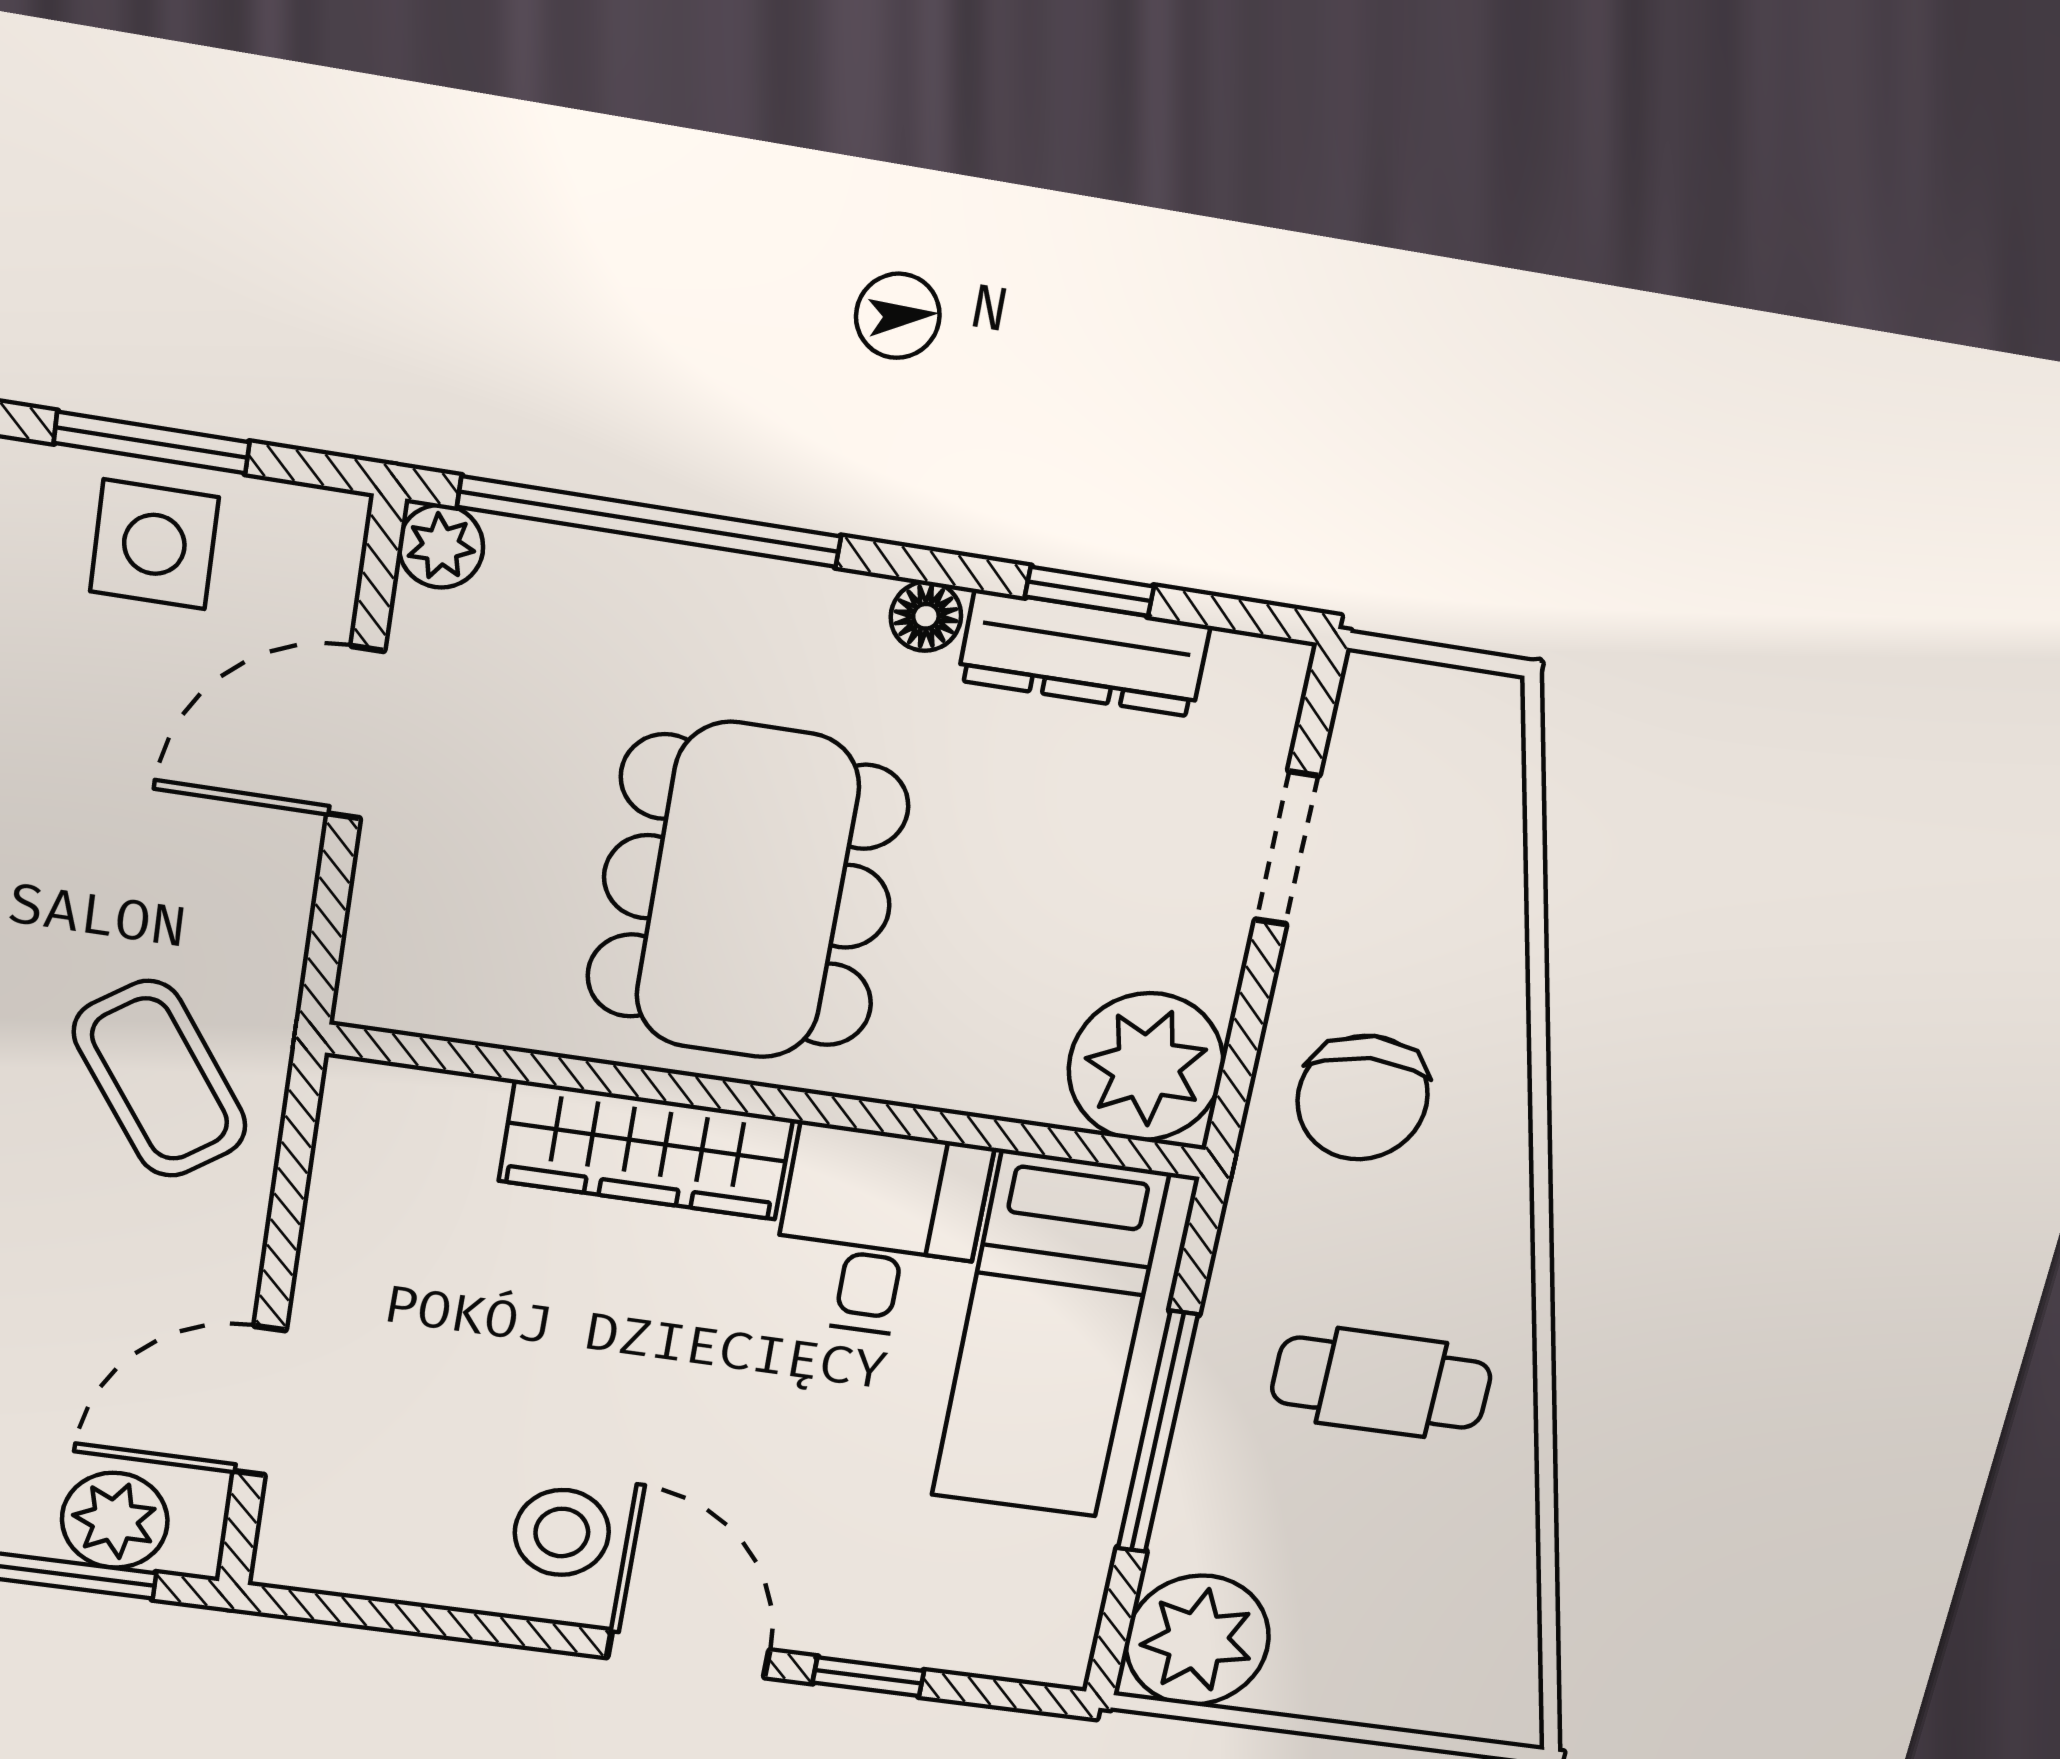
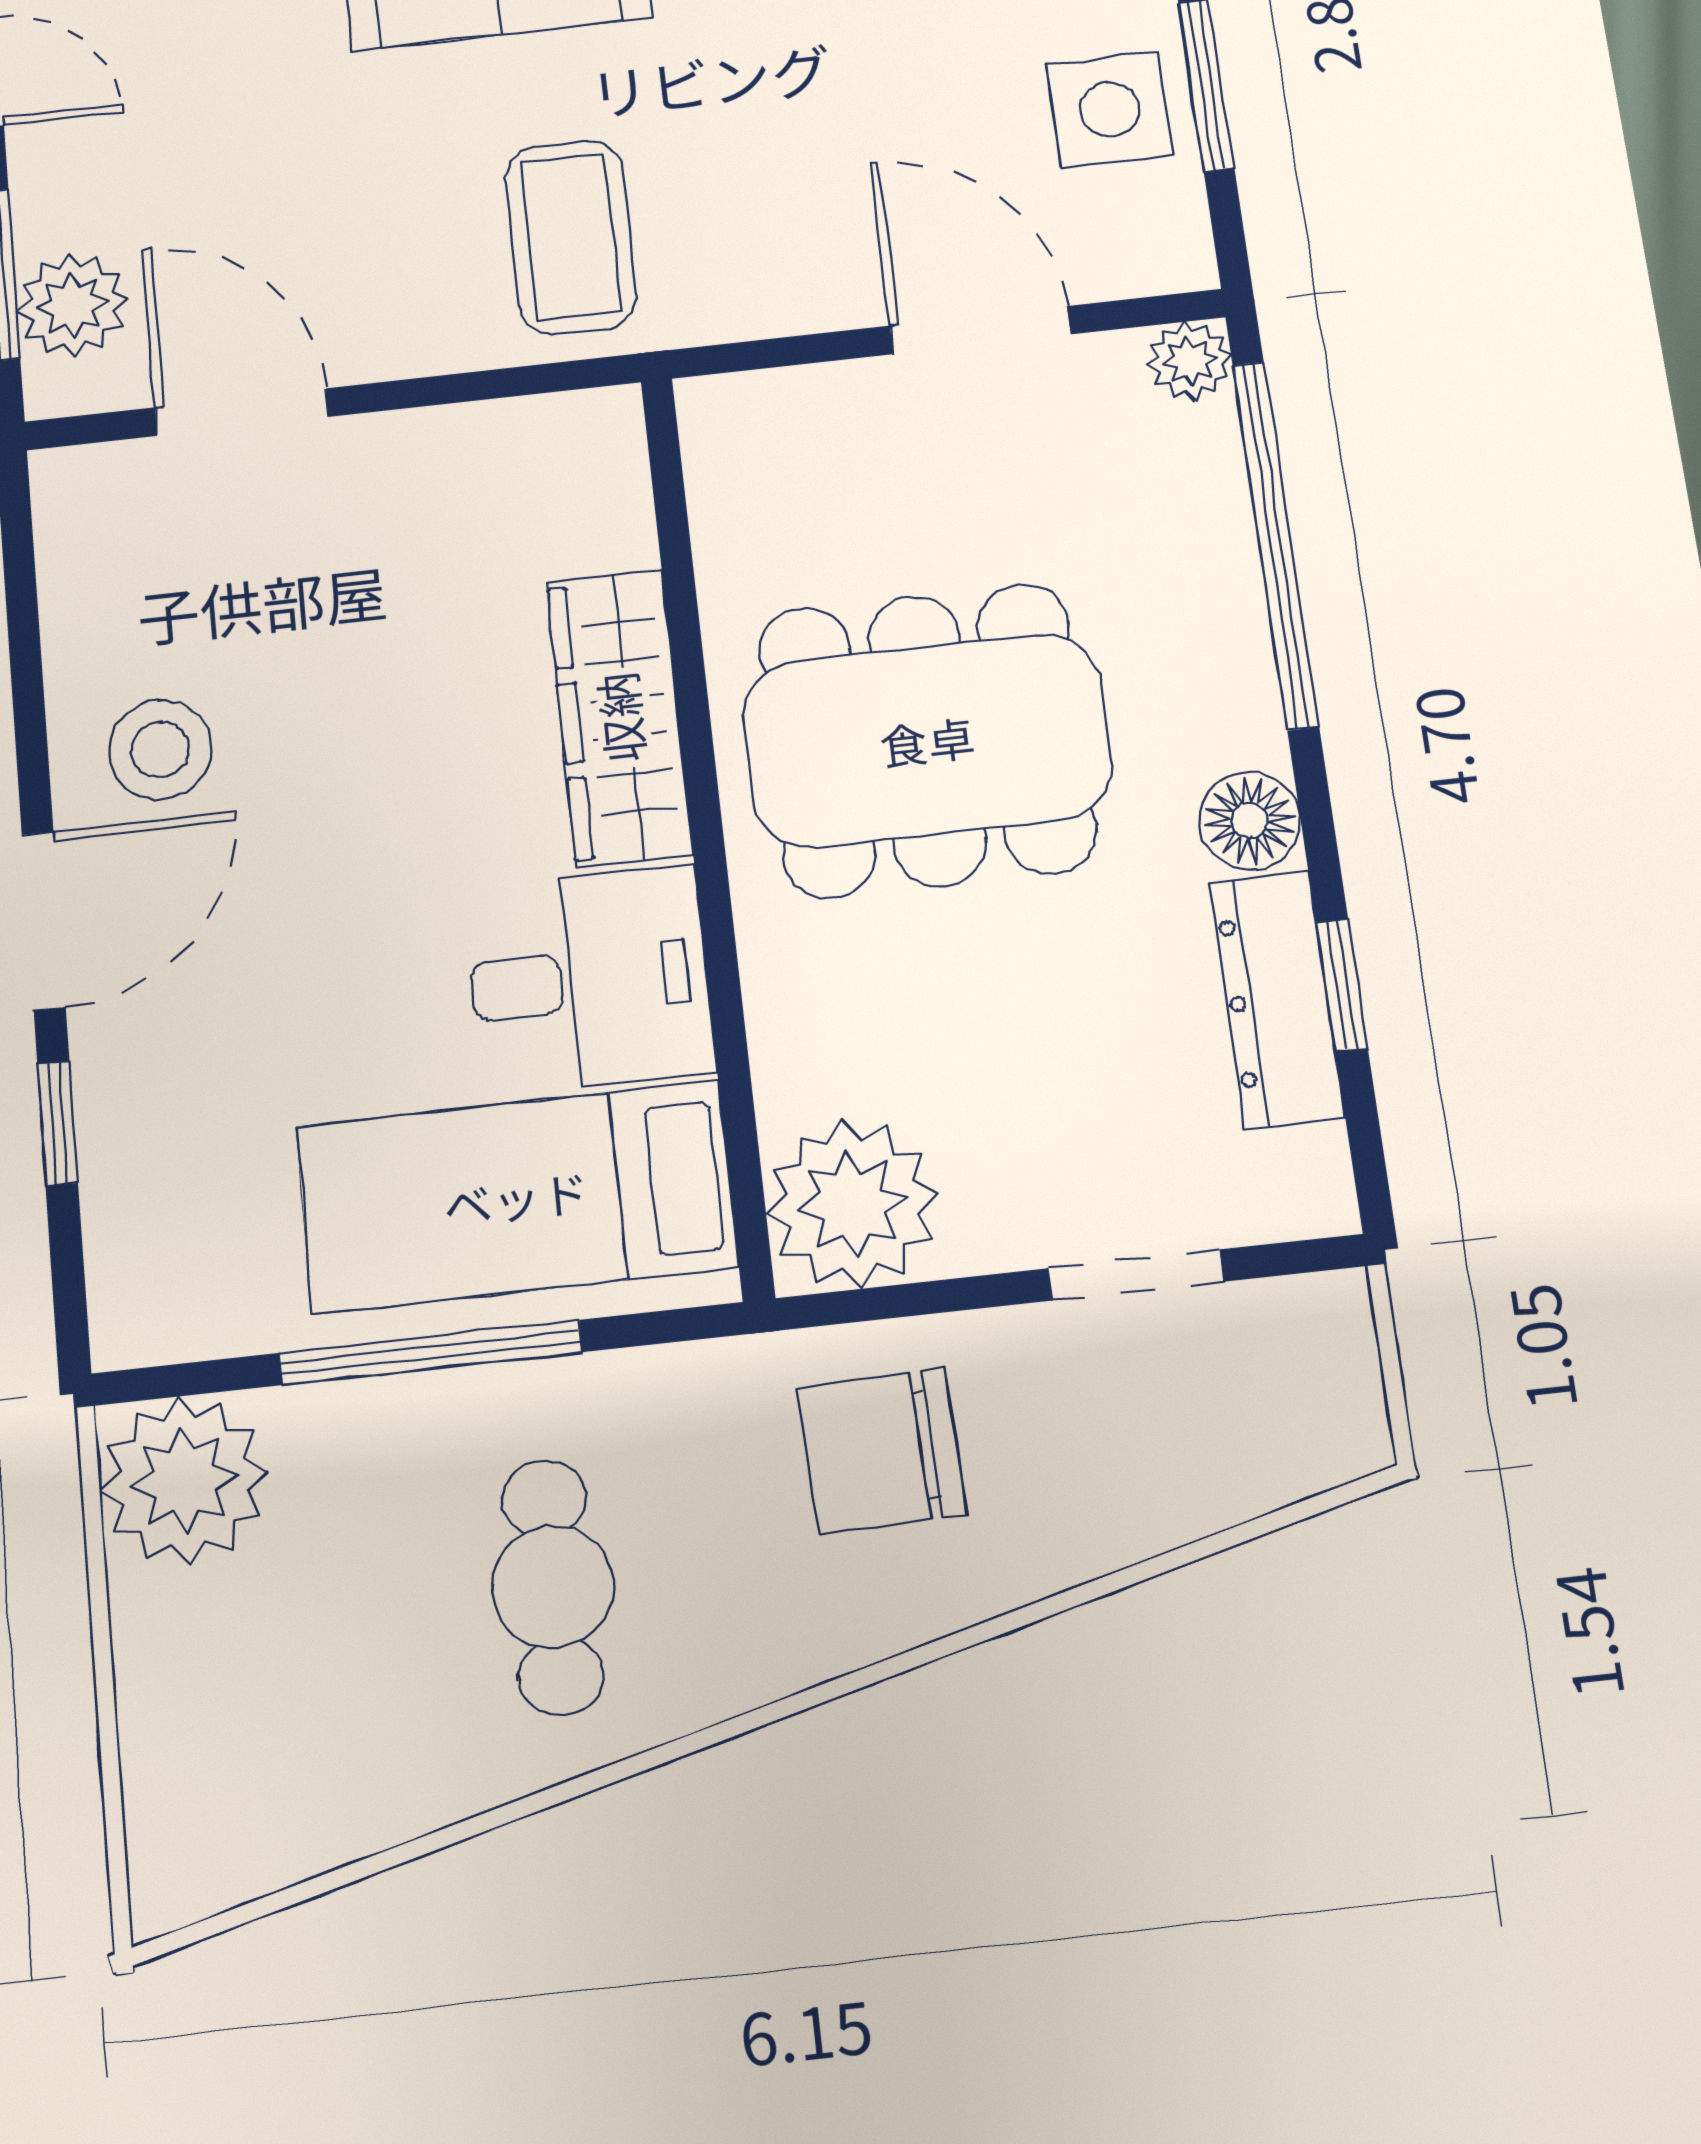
floor lamp: (926, 616) -> (1250, 820), width x1.37, depth x1.37
coffee table: (160, 1079) -> (571, 237), turned -55

